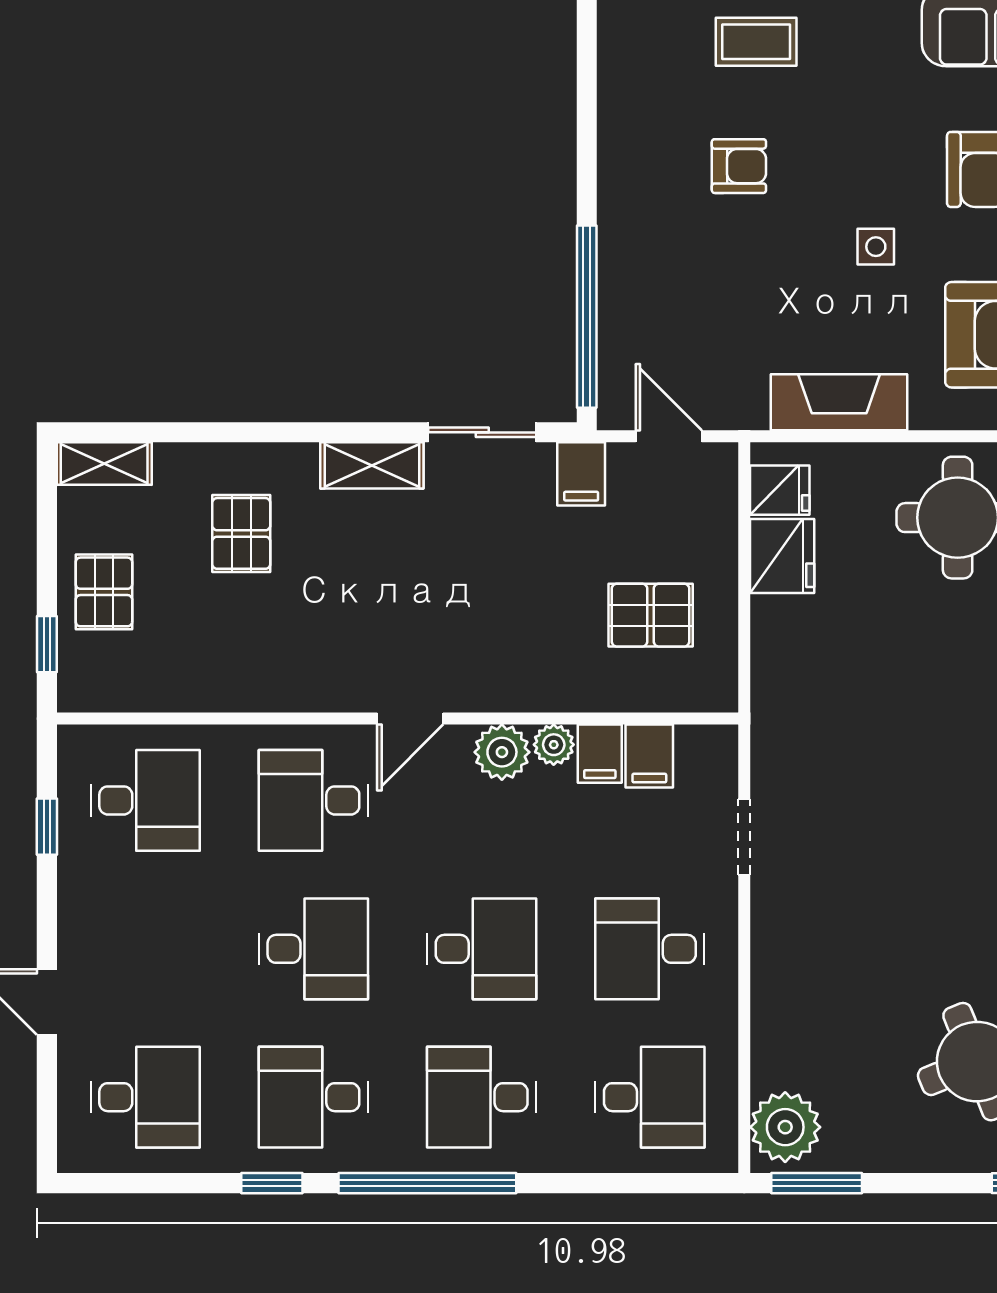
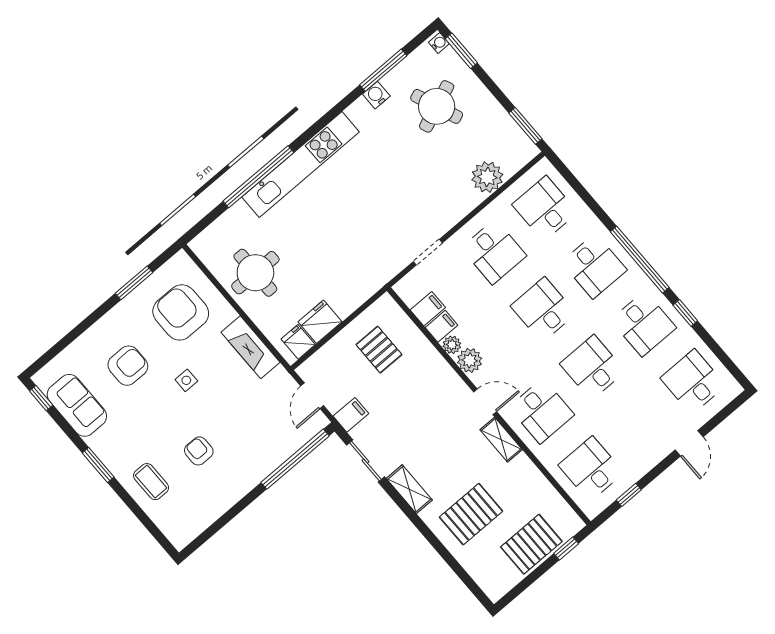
shelving: (104, 463) -> (501, 440), moved
pallet: (241, 533) -> (471, 514), width x1.50, depth x1.42
pallet: (104, 592) -> (531, 544), width x1.50, depth x1.42
plant: (785, 1127) -> (487, 177), moved

